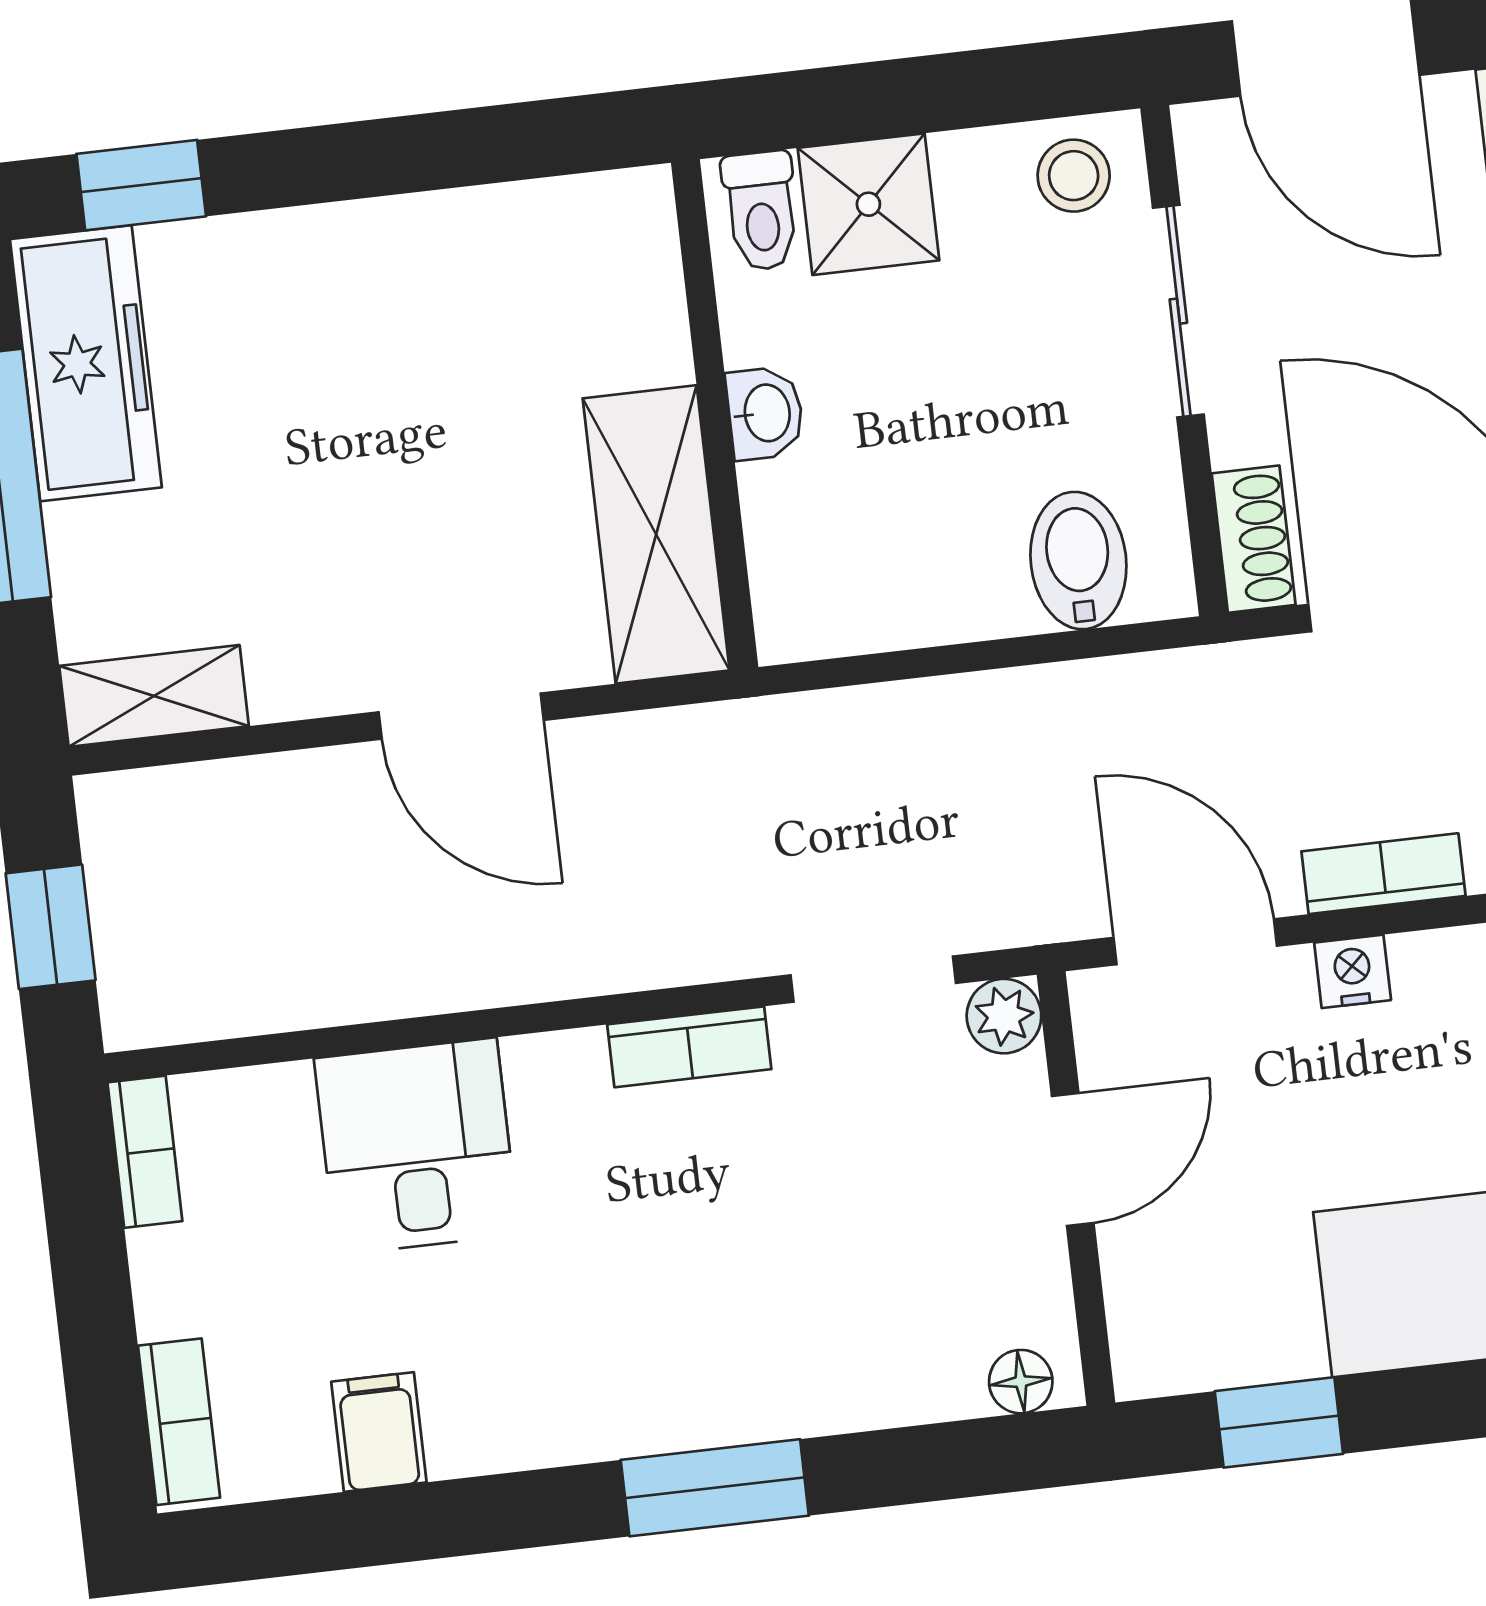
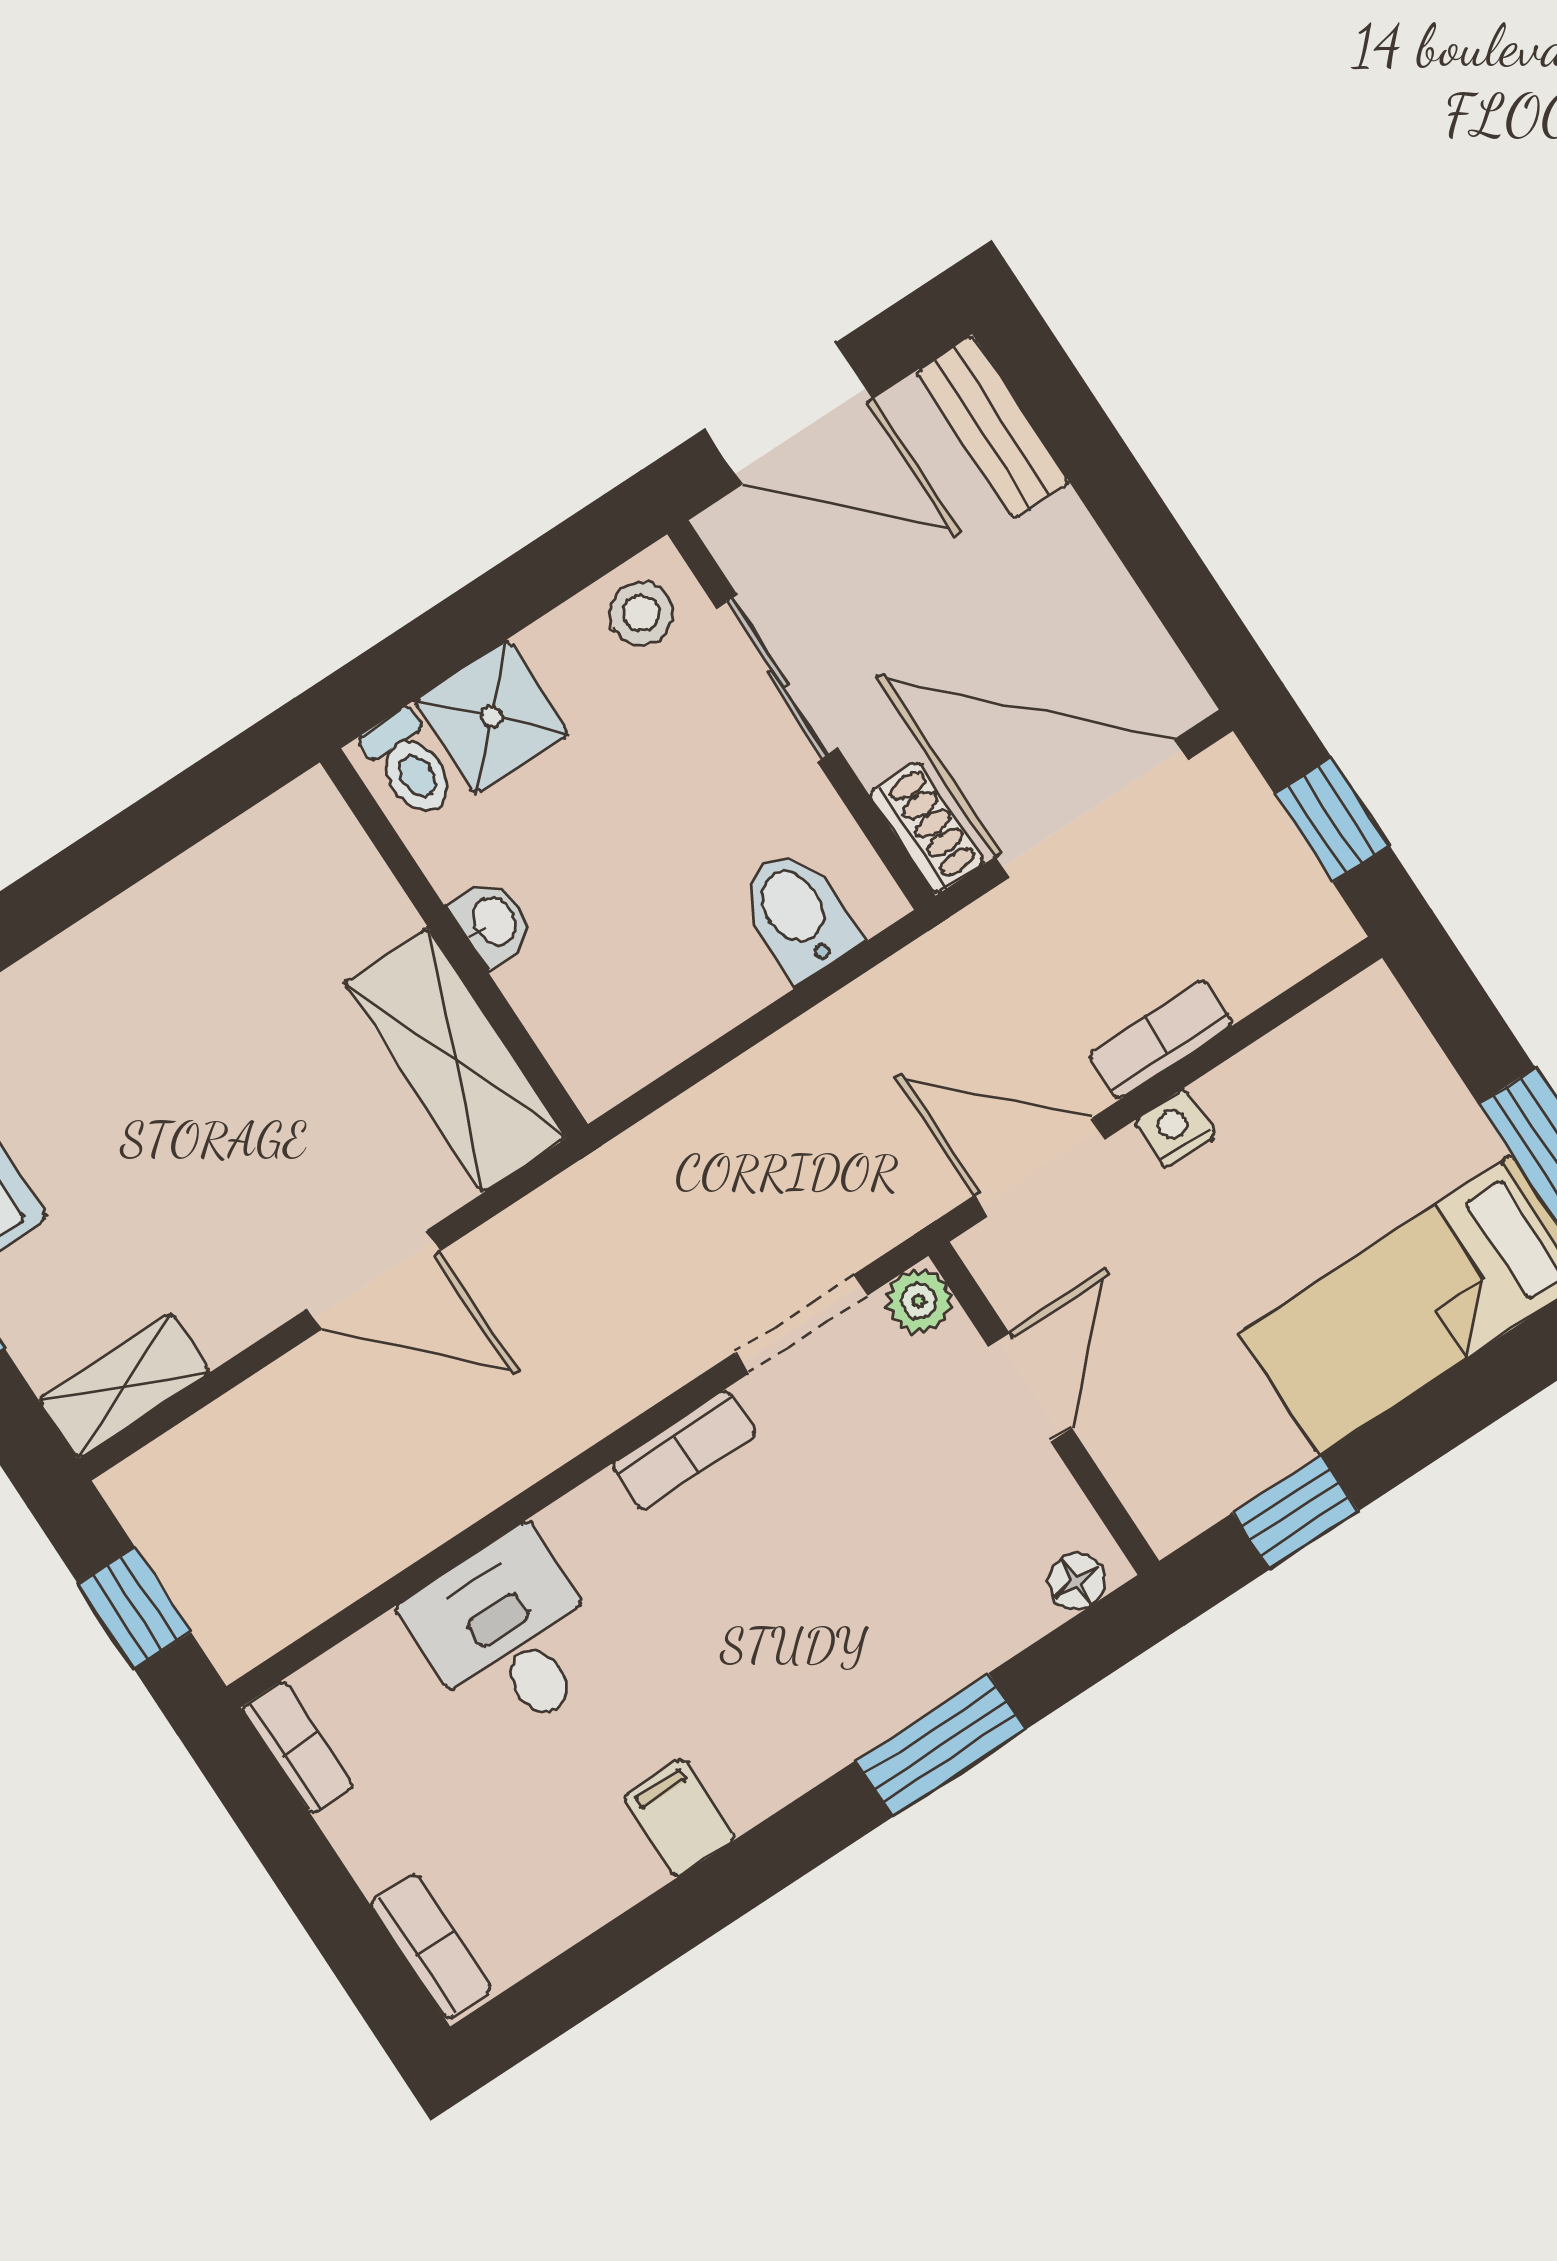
filing cabinet: (379, 1432) -> (679, 1818), moved
window: (715, 1488) -> (941, 1745), moved

